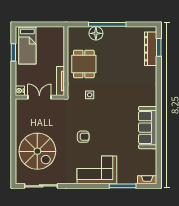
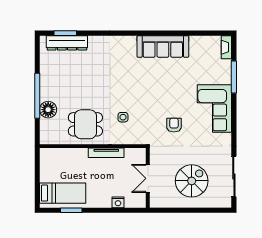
double door: (39, 97) -> (148, 178), moved
wall: (40, 97) -> (148, 178), moved
spiral stairs: (37, 151) -> (192, 181), width x0.73, depth x0.73

